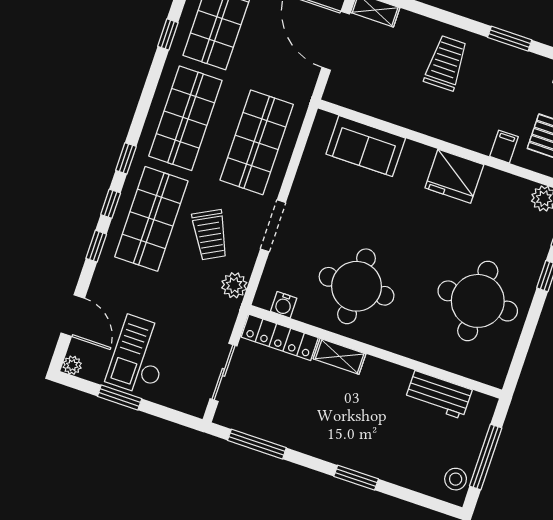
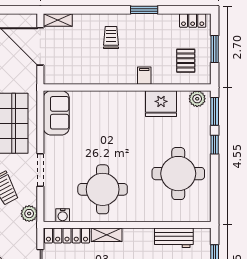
trolley: (446, 63) -> (111, 37), width x0.73, depth x0.72
sofa: (366, 146) -> (56, 113), moved, turned -90
filing cabinet: (504, 147) -> (144, 76), moved
fridge: (454, 176) -> (161, 104), moved

